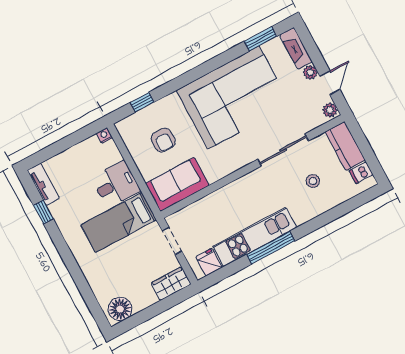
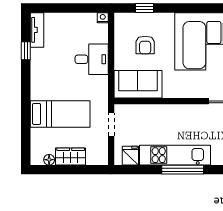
bed: (119, 222) -> (60, 114), moved, turned 180
wardrobe: (171, 284) -> (71, 156), moved
floor lamp: (120, 309) -> (49, 160), width x0.53, depth x0.53

